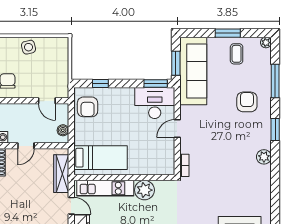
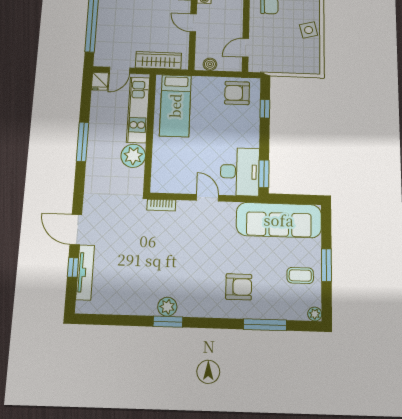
window: (176, 63) -> (289, 199), removed
window: (275, 129) -> (168, 322), moved

